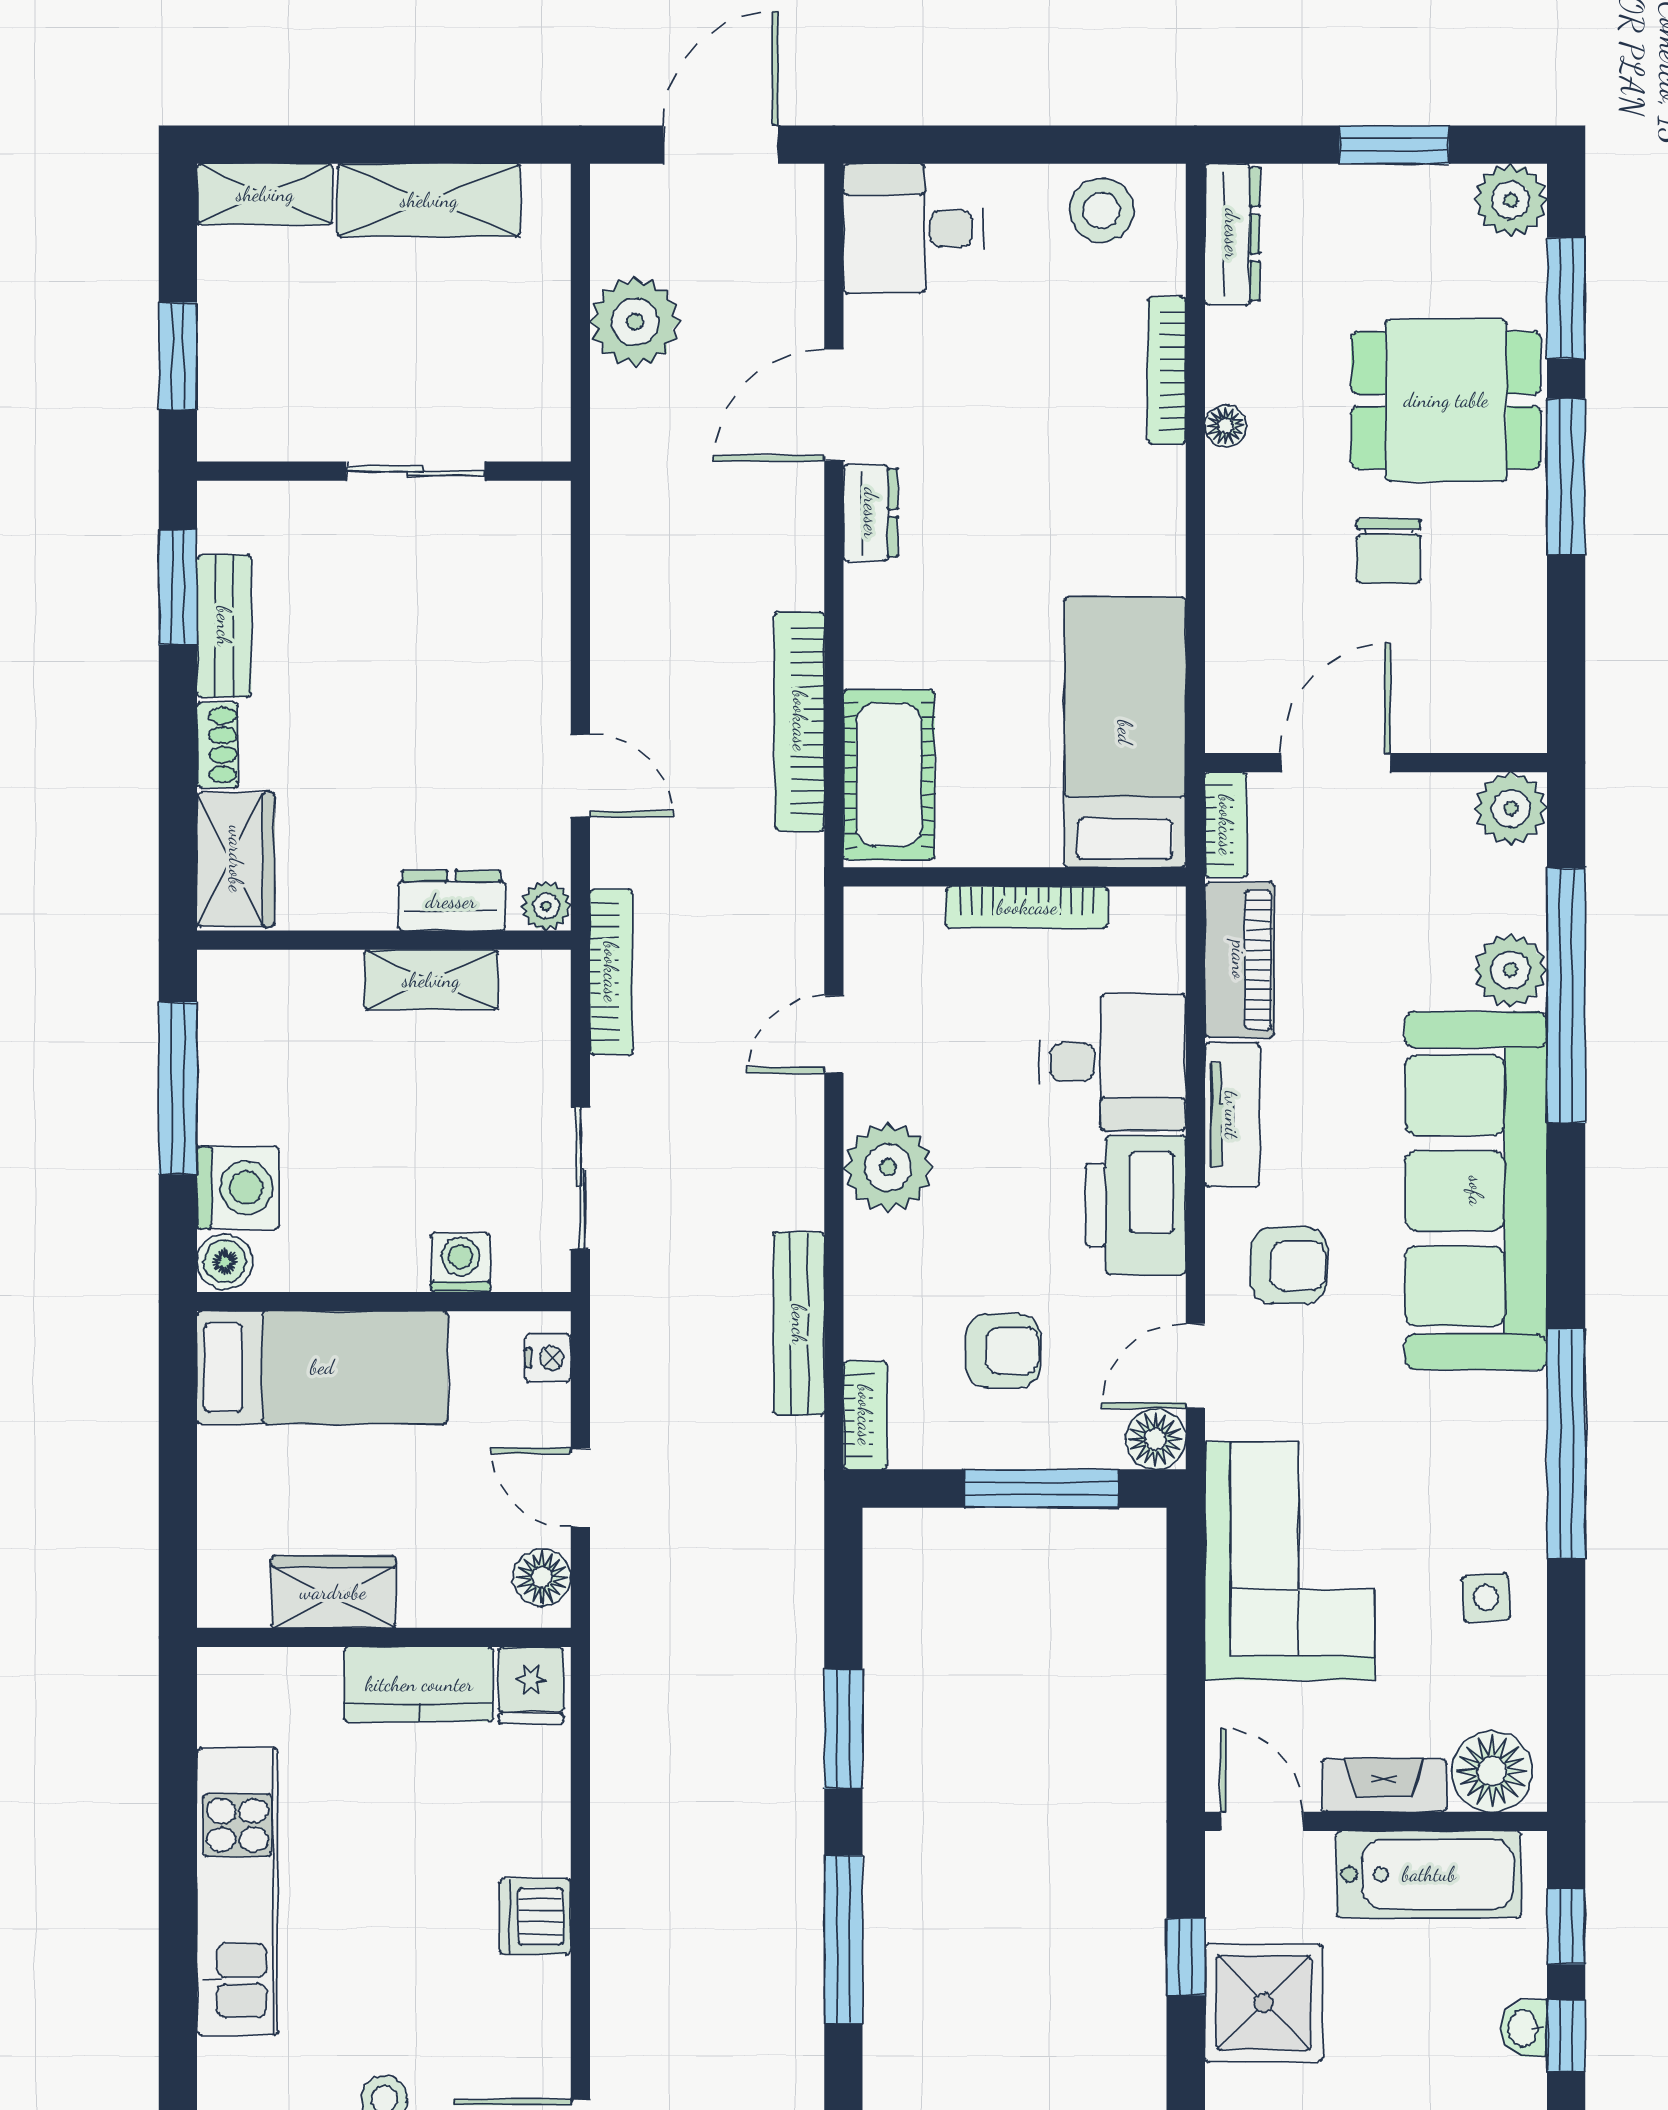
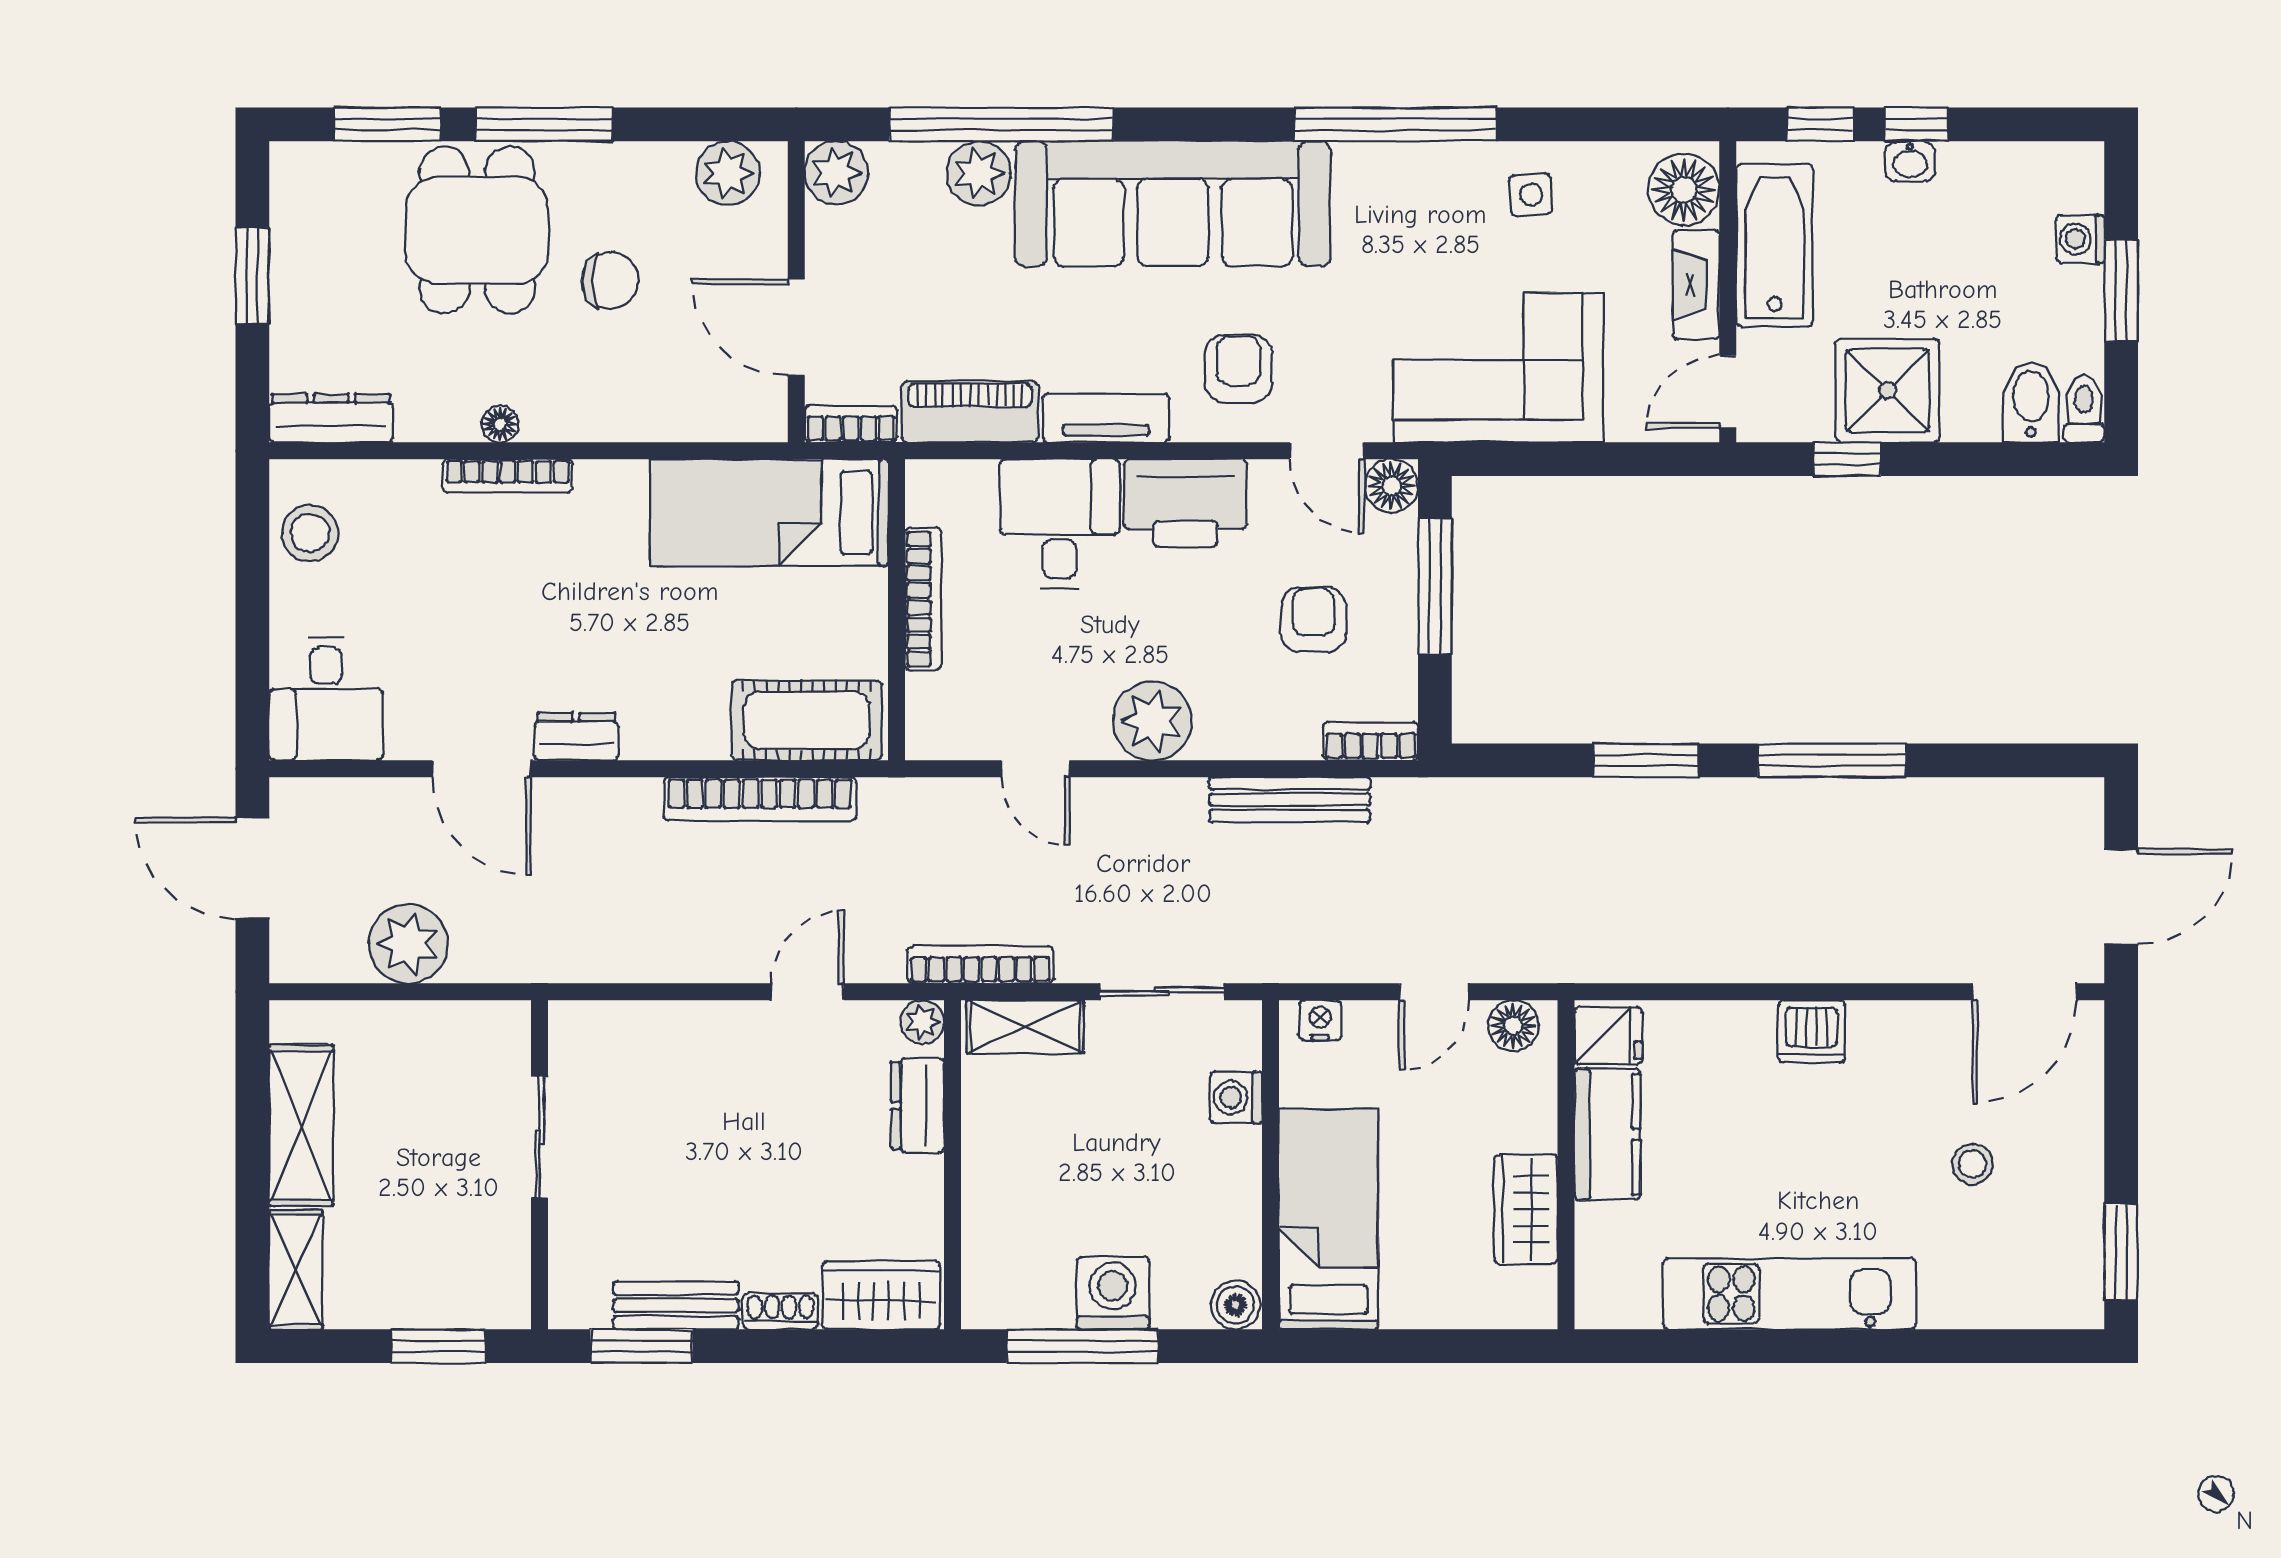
plant: (1511, 200) -> (728, 173), moved
bookcase: (1167, 371) -> (508, 476), moved
shelving: (431, 980) -> (1025, 1027), moved, turned 90
washing machine: (238, 1188) -> (1113, 1293), moved

